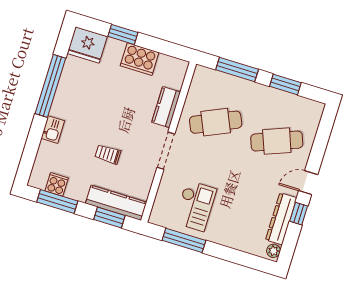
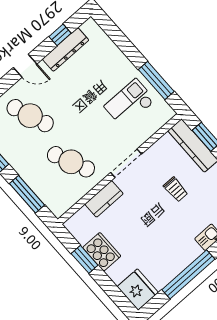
window: (123, 34) -> (85, 259), moved
window: (299, 214) -> (60, 35), moved
plant: (273, 251) -> (88, 27), removed

